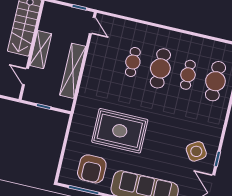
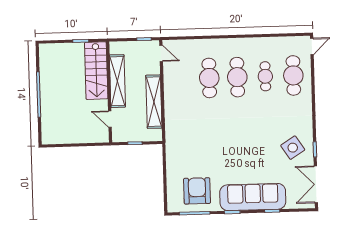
shelving: (41, 50) -> (117, 81), width x1.47
cafe table: (133, 62) -> (209, 78), width x1.37, depth x1.35
rug: (120, 131) -> (214, 147), removed
armchair: (92, 169) -> (197, 191), turned 180

